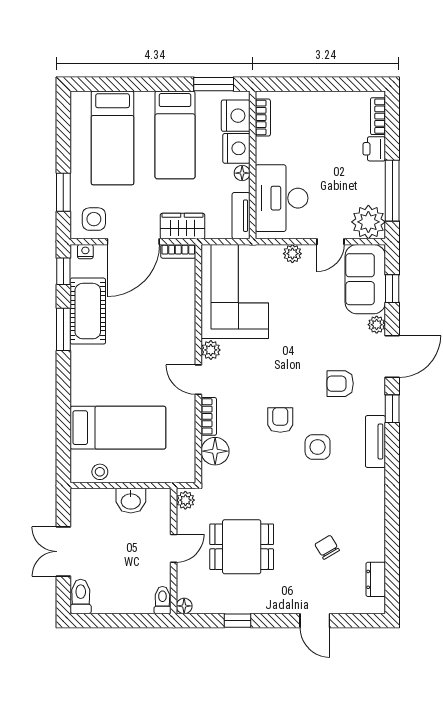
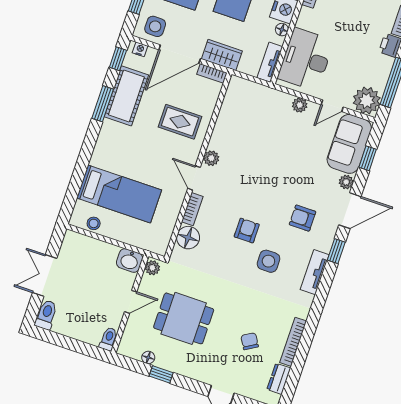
corner sofa: (235, 291) -> (245, 119), removed
rug: (160, 320) -> (180, 122), added
washbasin: (131, 501) -> (130, 260), moved
bookcase: (378, 531) -> (293, 342), added
floor lamp: (184, 606) -> (148, 357), moved

